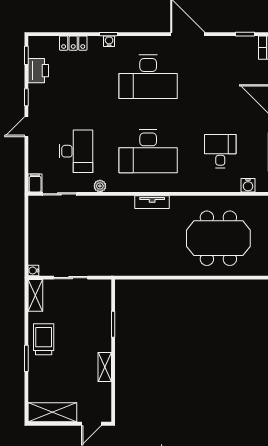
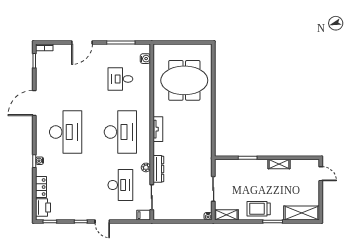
printer: (38, 71) -> (43, 207), moved, turned 90
desk: (76, 151) -> (120, 185), turned 90
dresser: (98, 203) -> (158, 169), added
meeting table: (218, 238) -> (184, 80), turned 90
shelving: (52, 412) -> (302, 213), moved, turned 90

